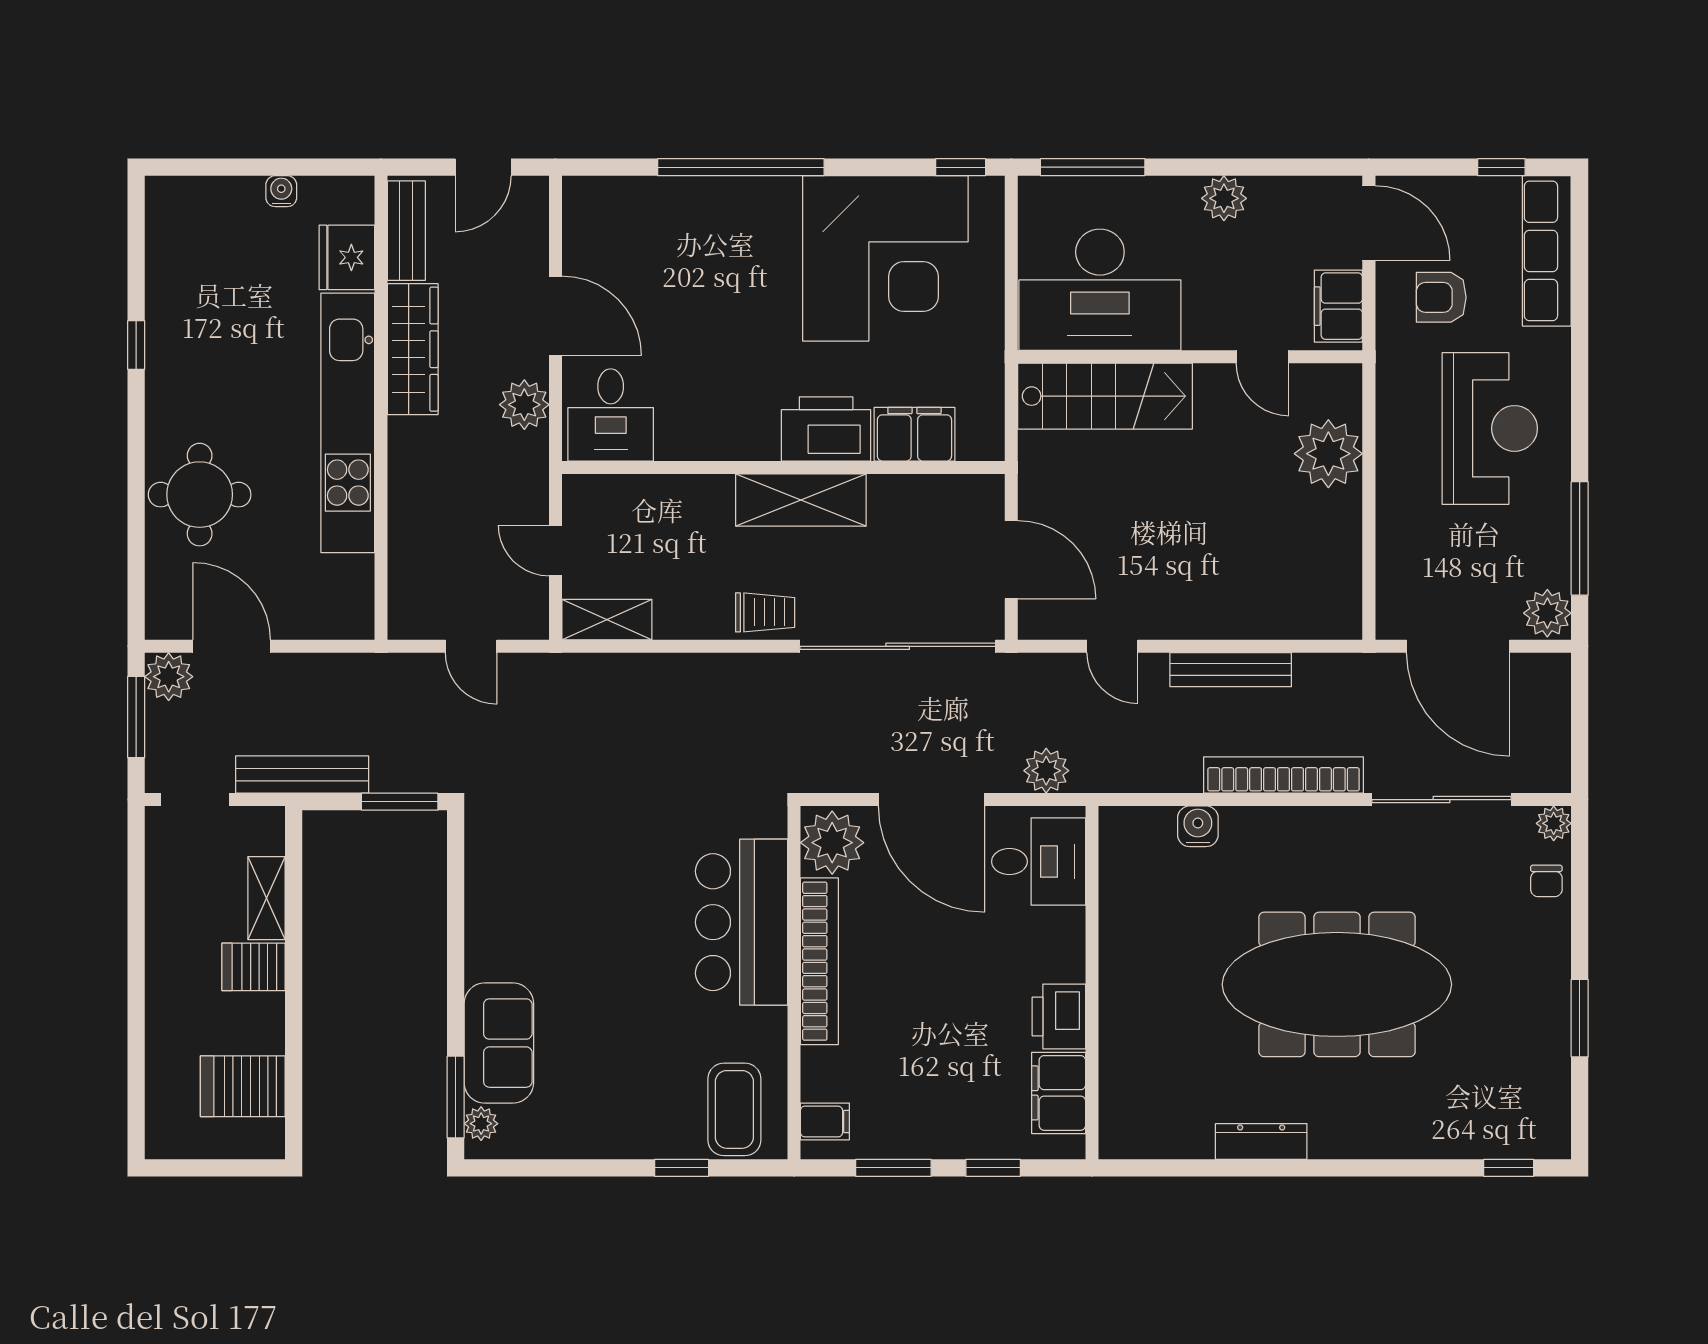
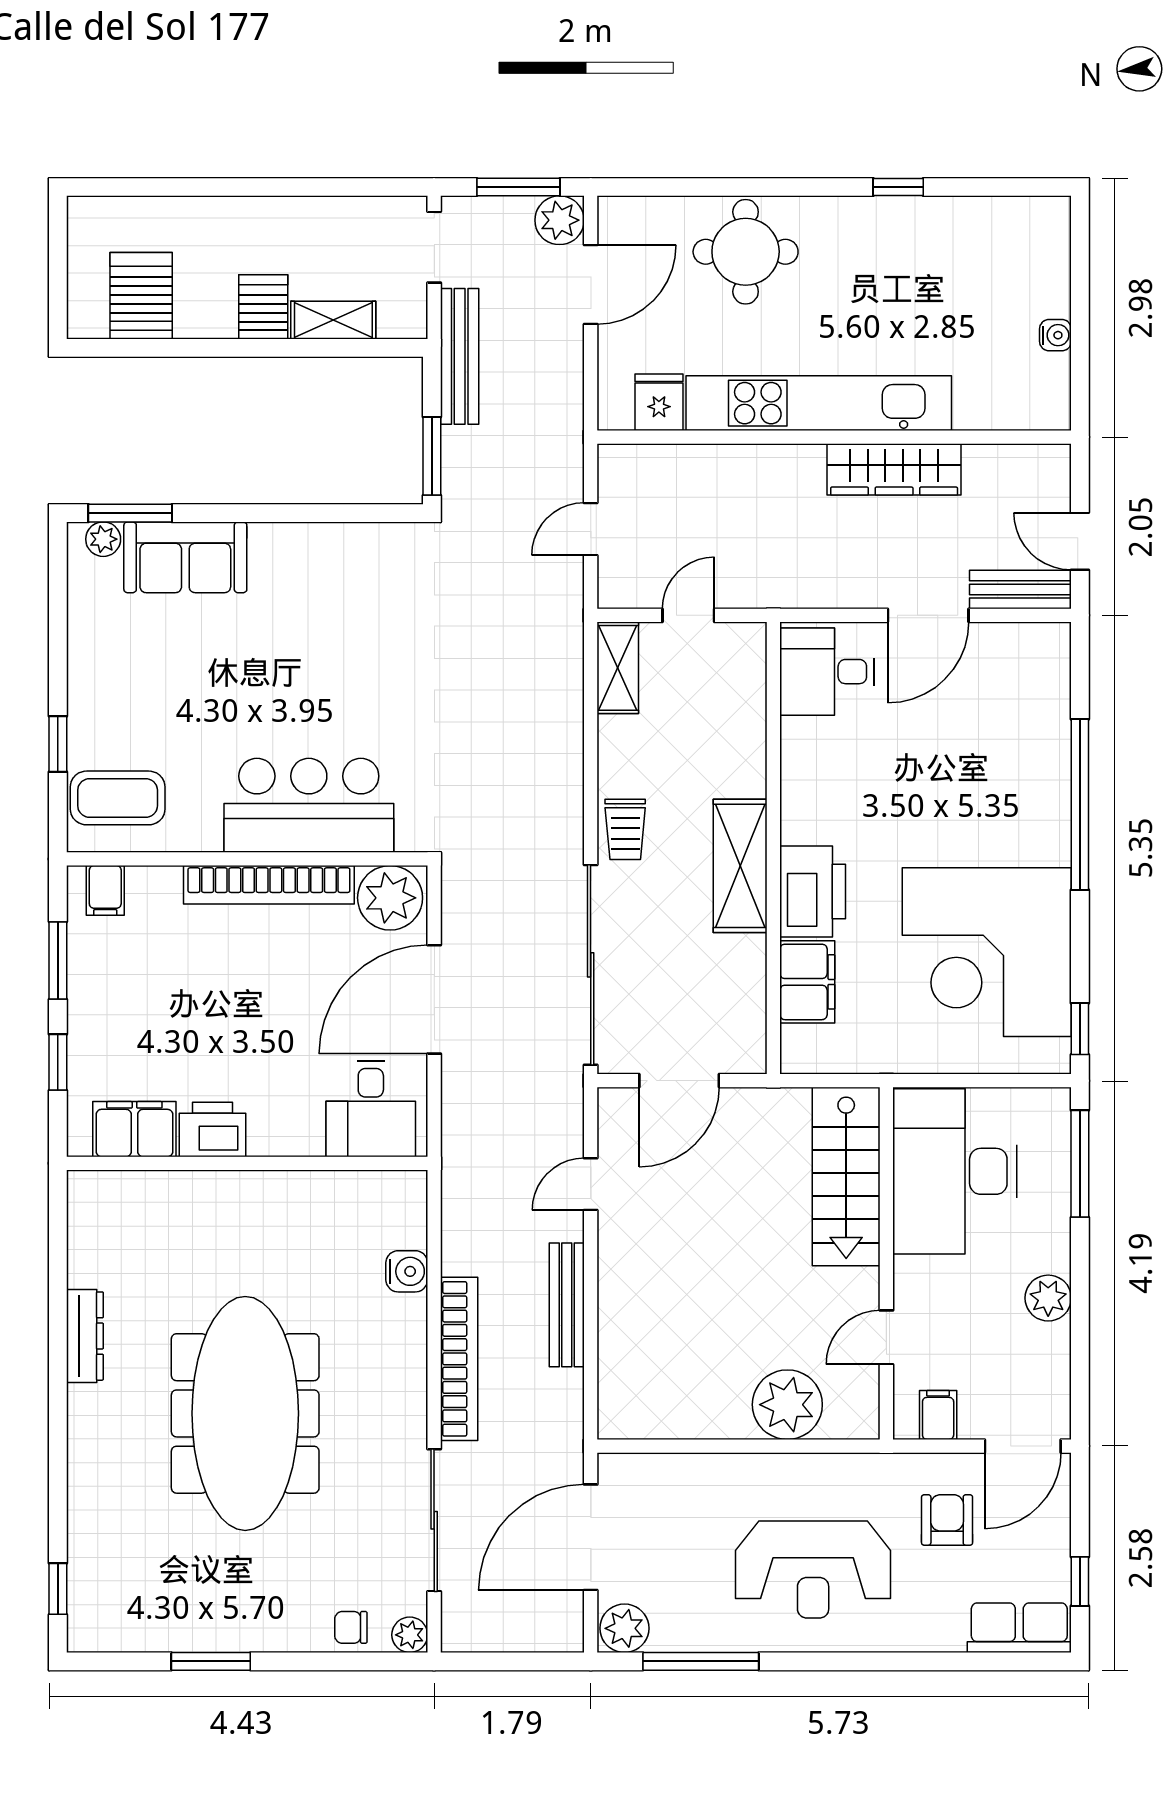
bench: (406, 231) -> (1020, 589), moved
row of seats: (1547, 251) -> (1019, 1628), width x0.68
fridge: (347, 257) -> (659, 402), moved, width x0.72
filing cabinet: (1338, 306) -> (938, 1415), width x0.50
plant: (524, 405) -> (837, 583), removed
plant: (1046, 771) -> (464, 1116), removed

